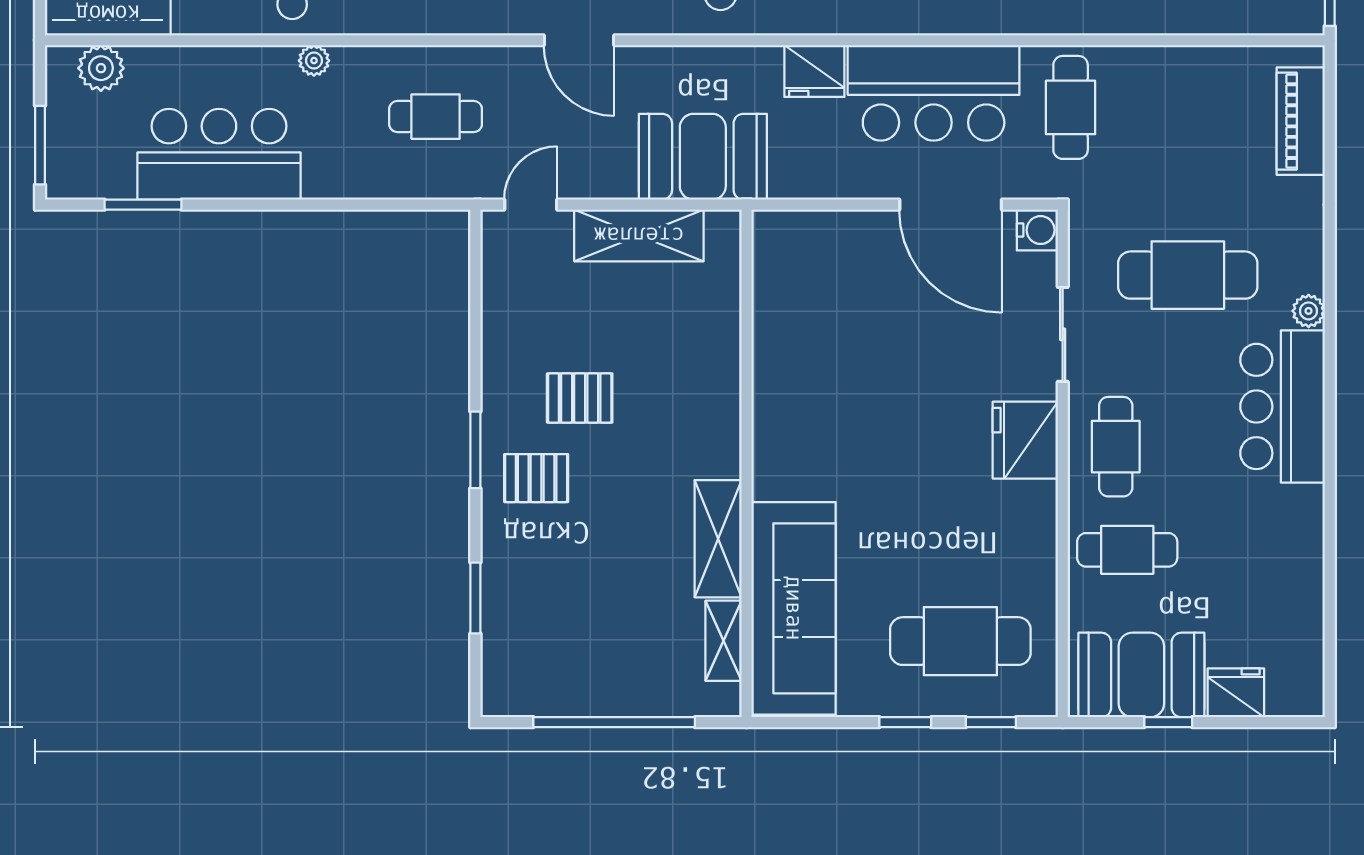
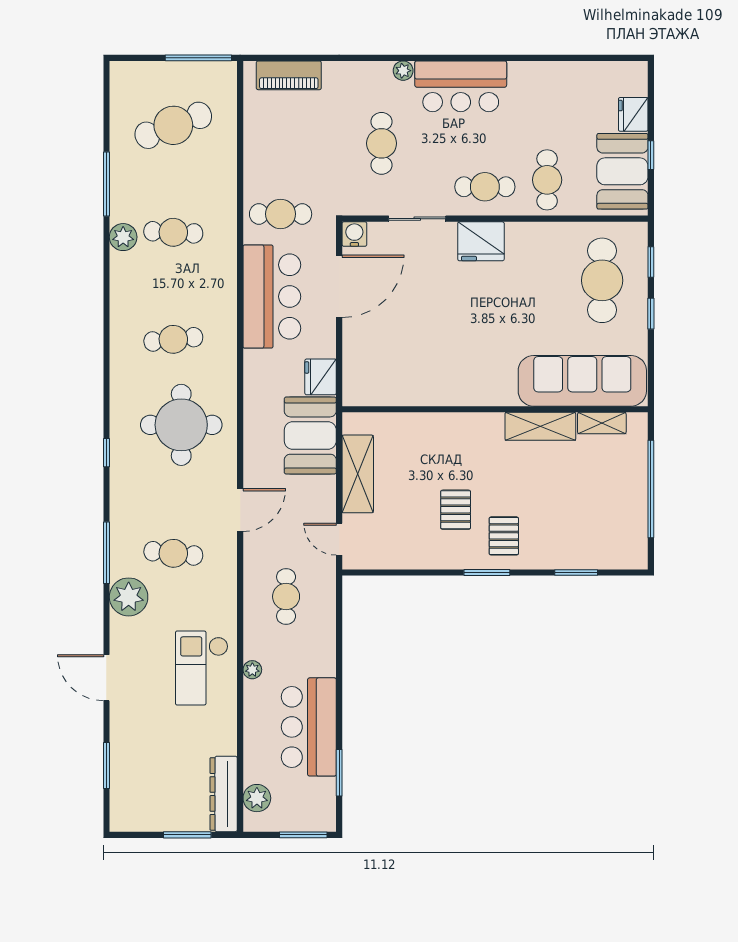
fridge: (814, 71) -> (321, 377), moved, turned 180
cafe table: (1188, 275) -> (382, 143), width x0.73, depth x0.74

